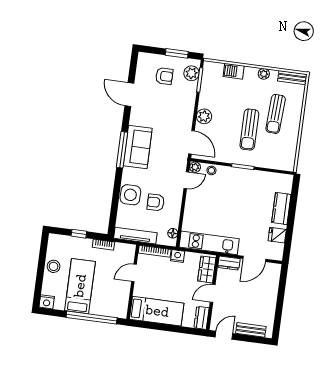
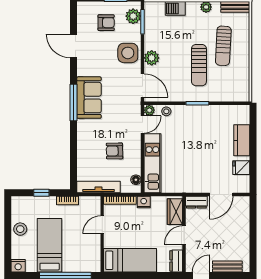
side table: (130, 195) -> (128, 53), moved
kitchen unit: (209, 243) -> (152, 163), moved, turned 90

